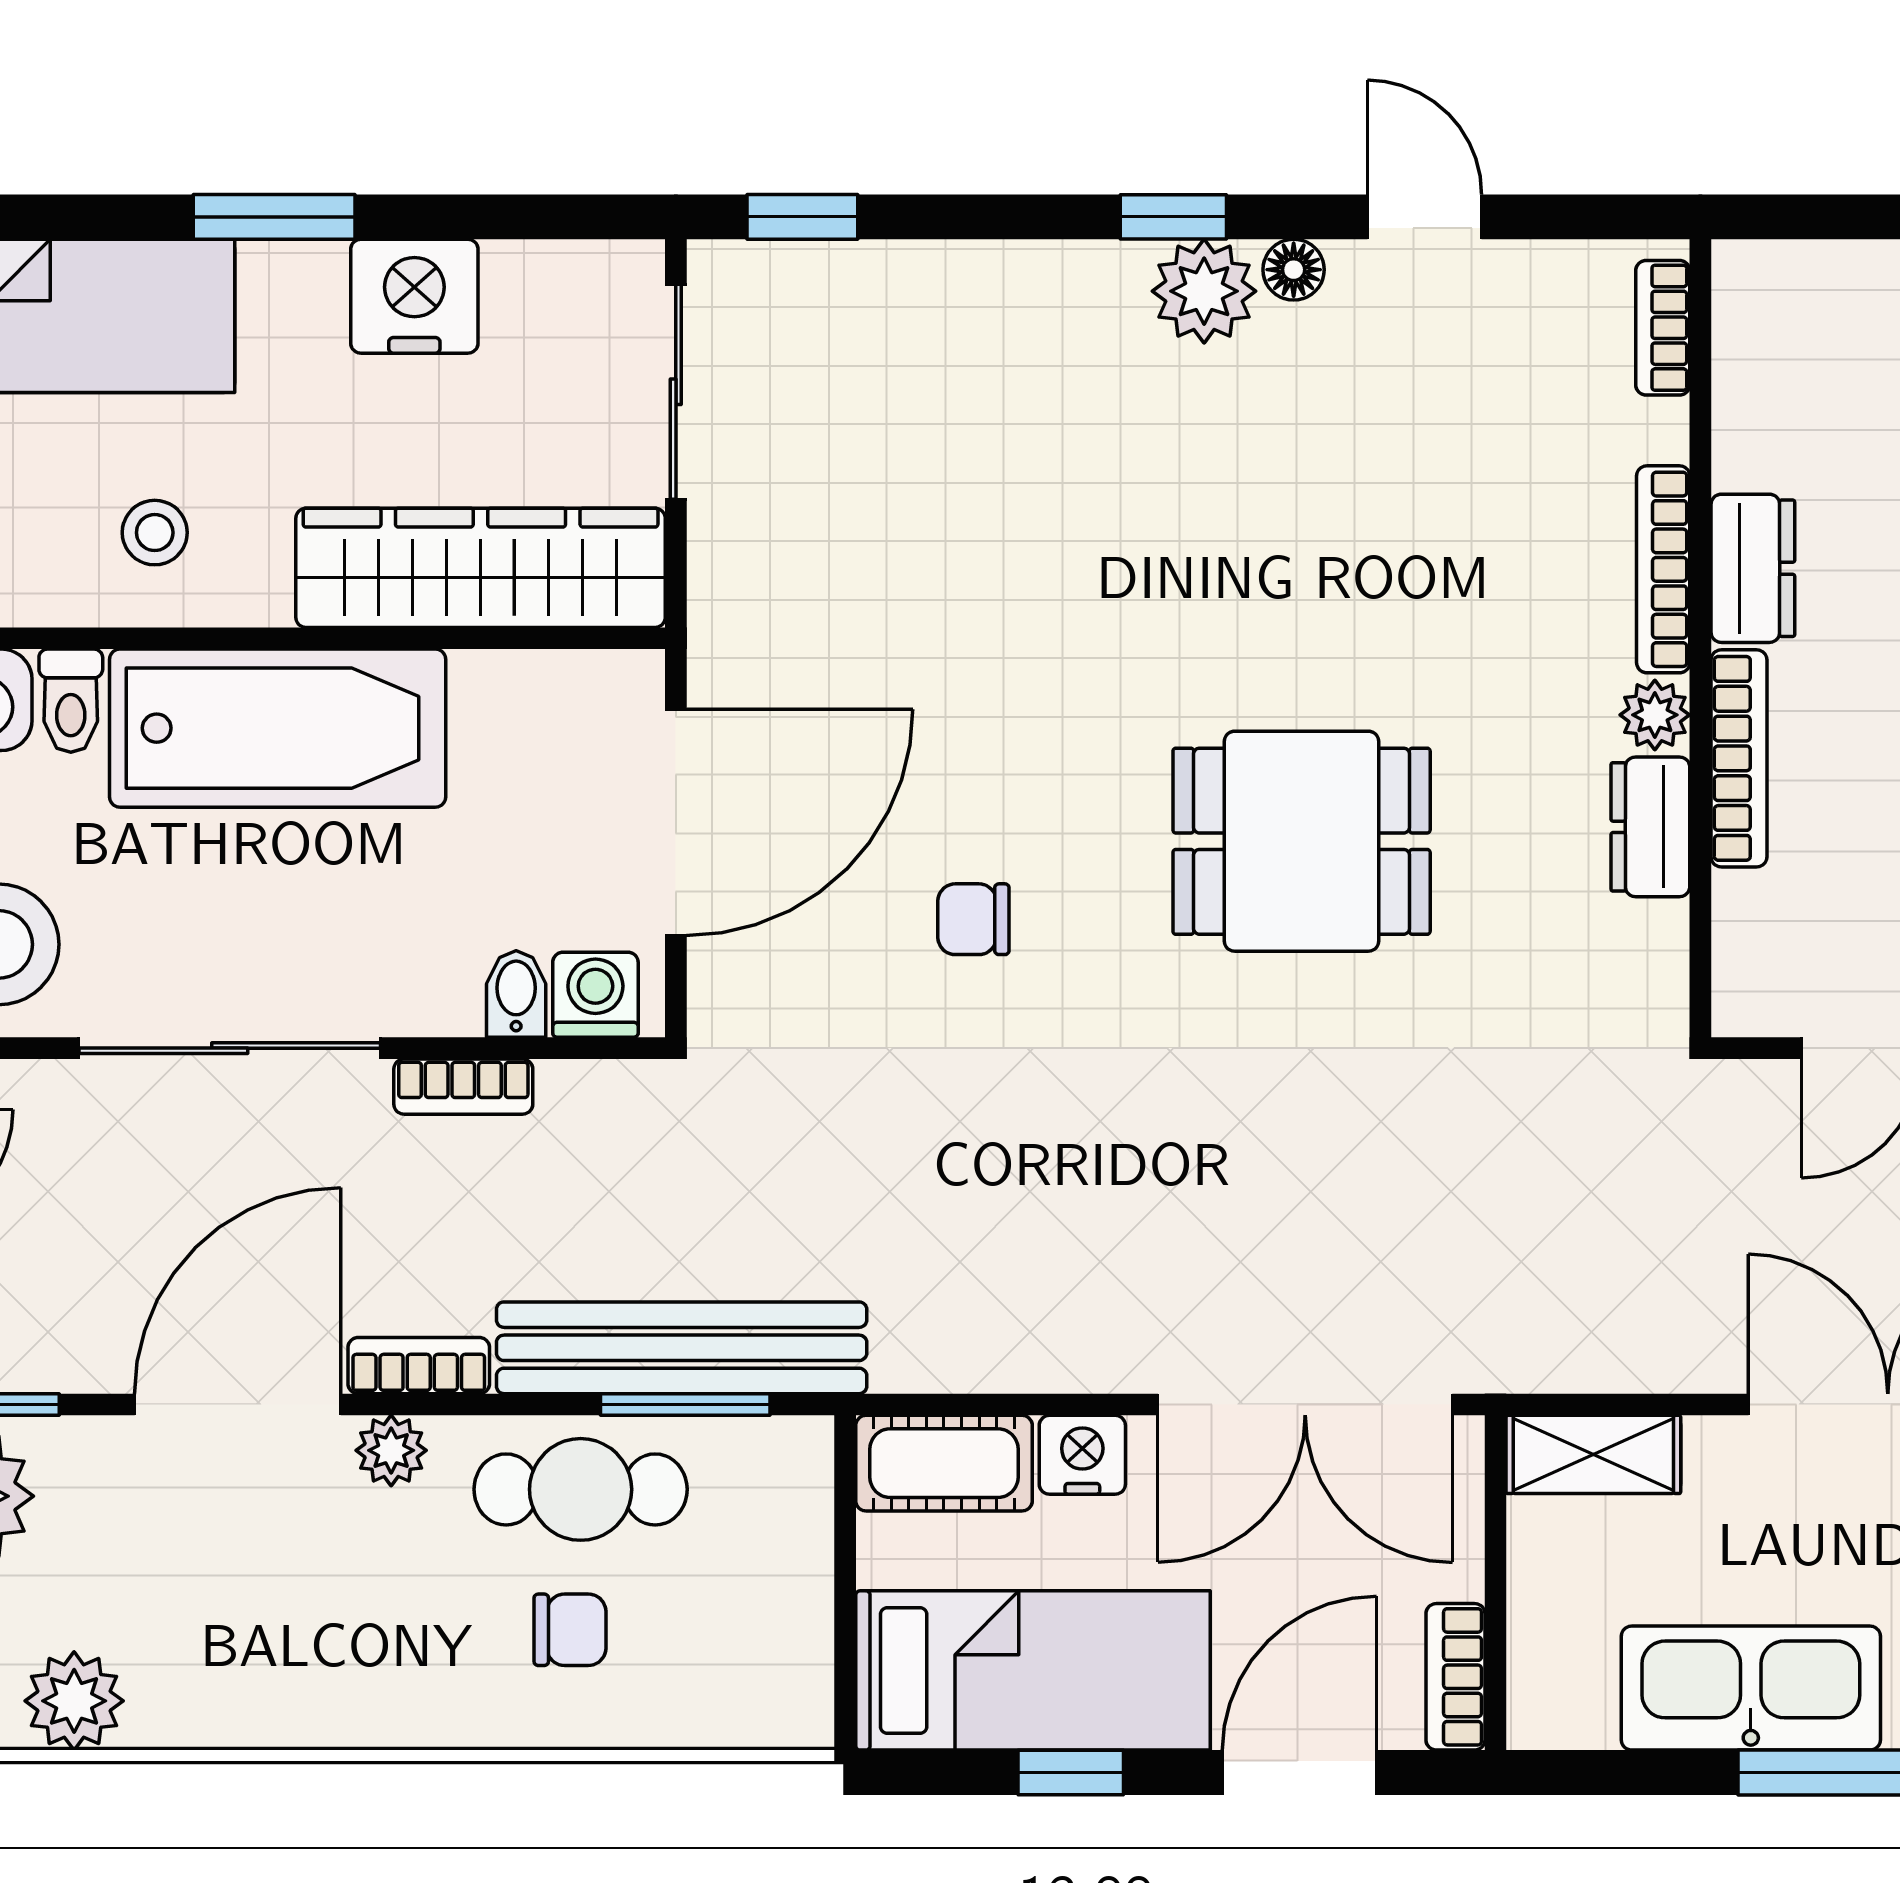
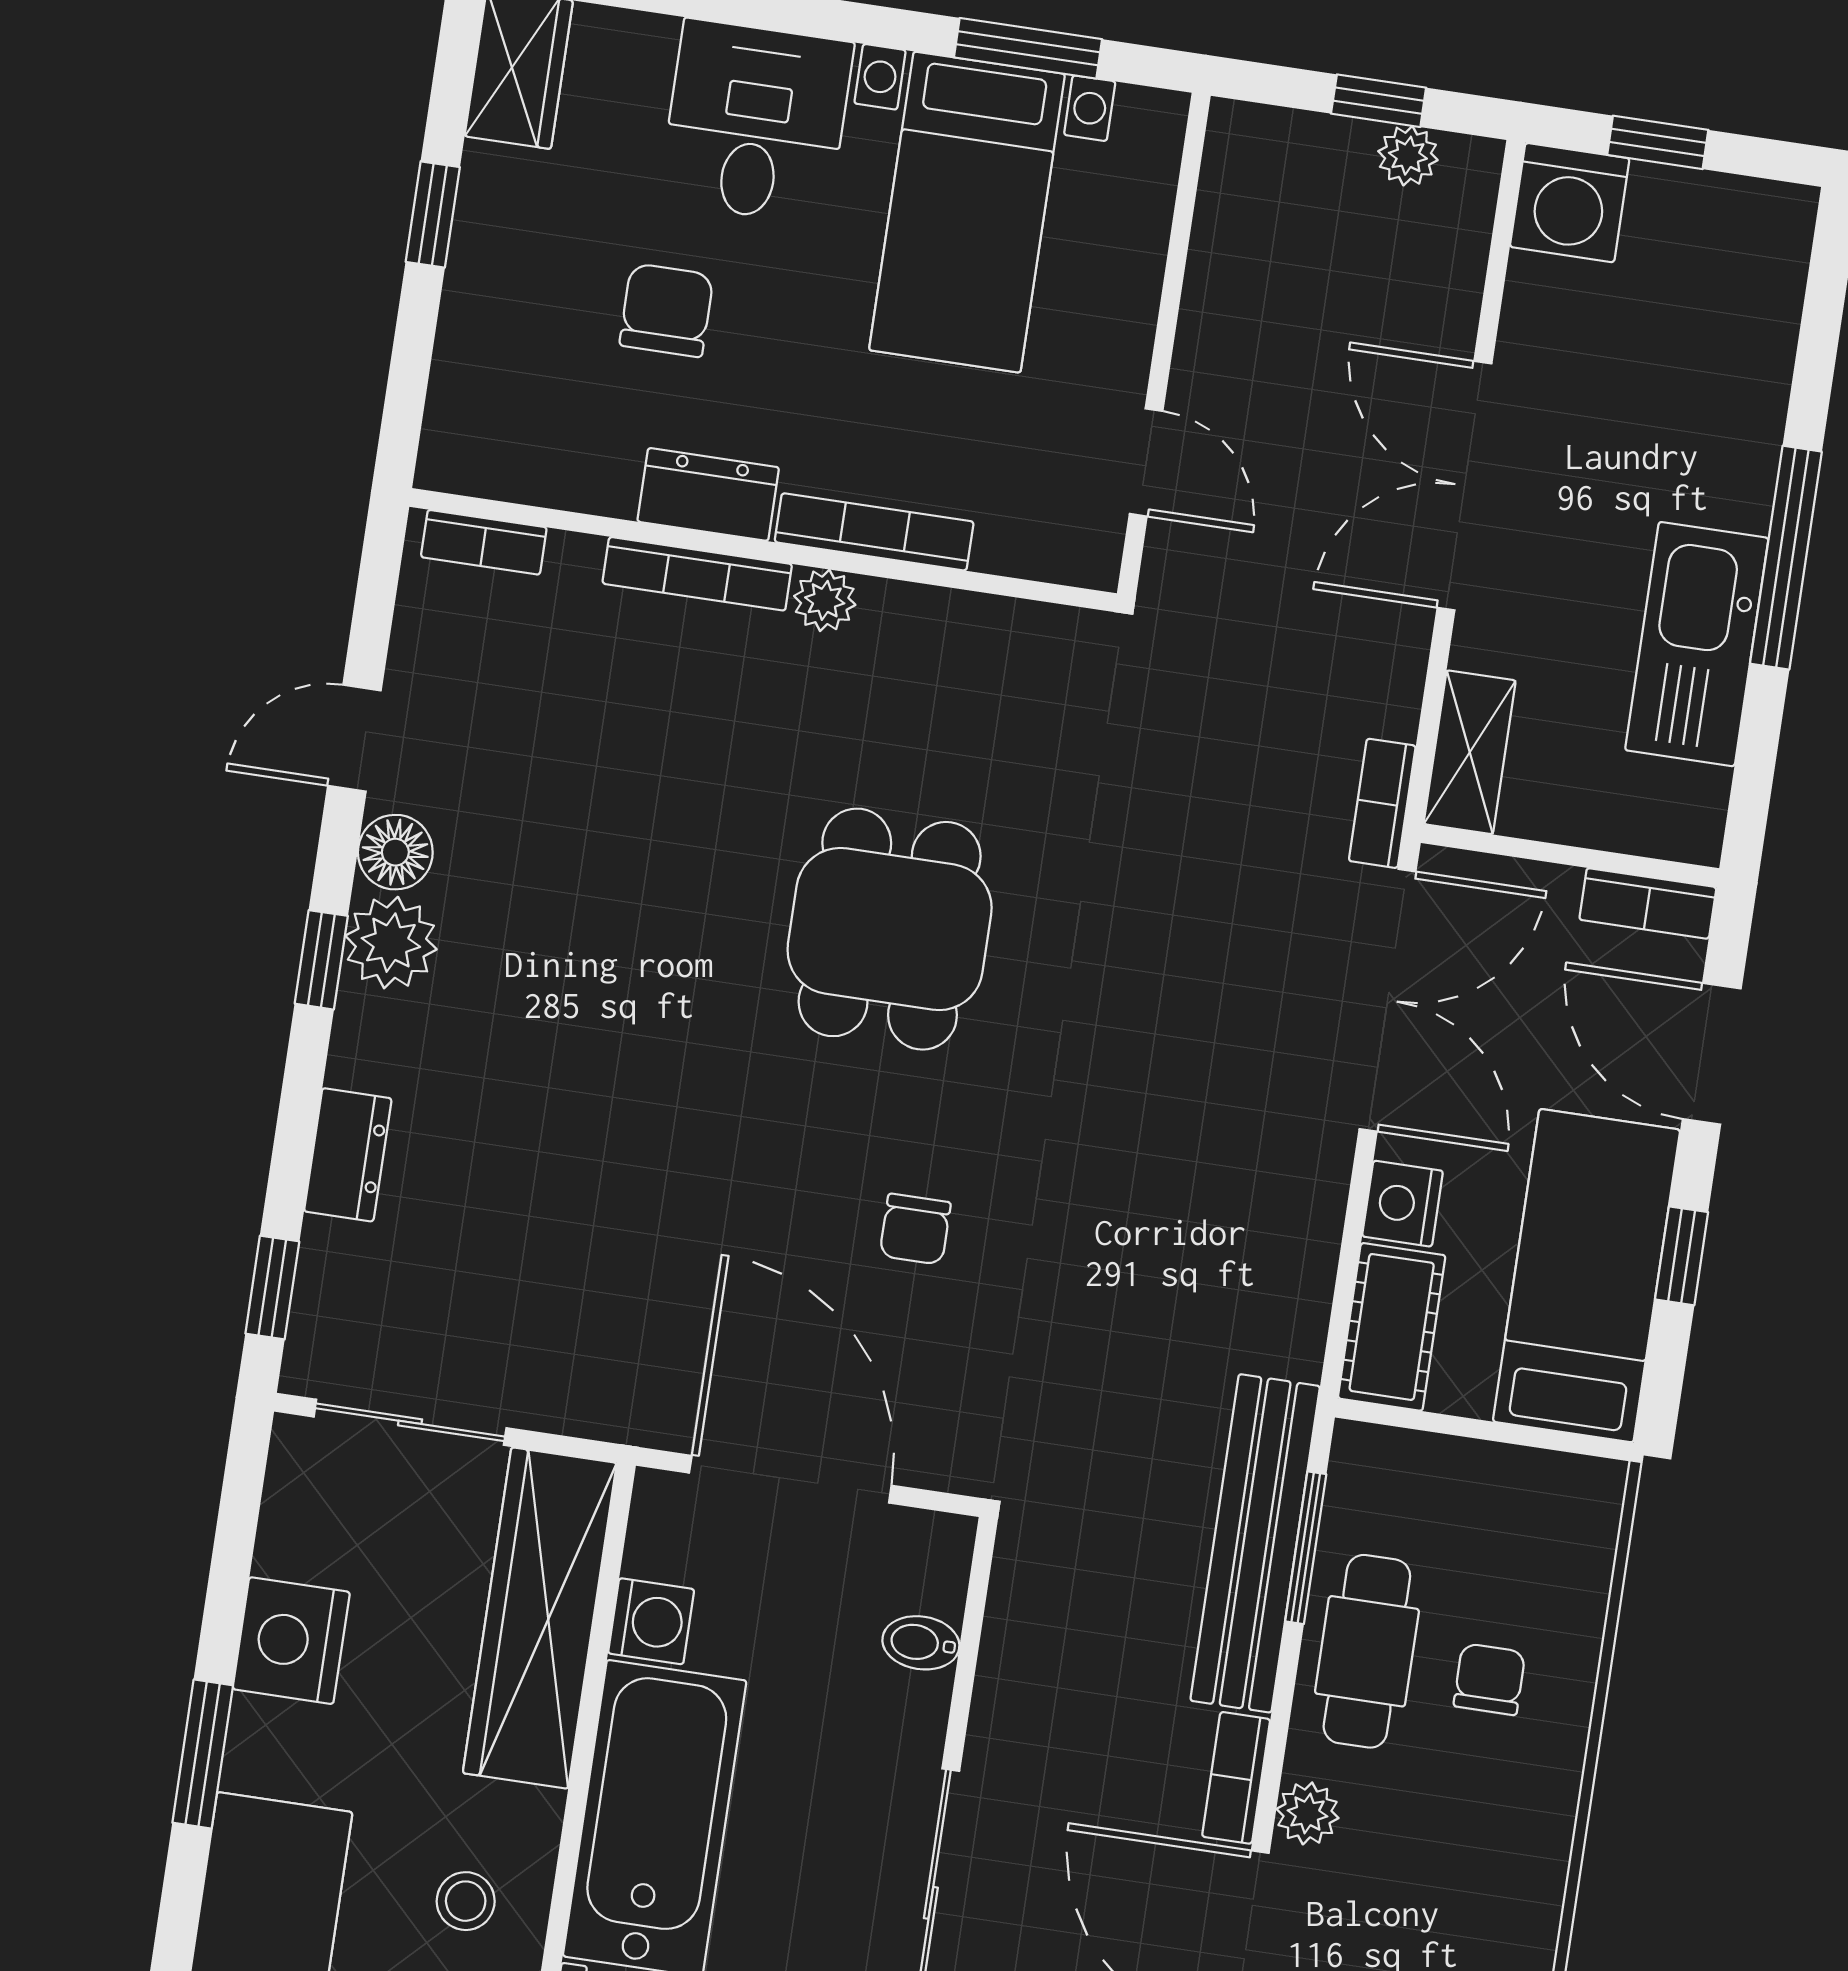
floor lamp: (1294, 270) -> (395, 852), width x1.37, depth x1.37
dresser: (1650, 827) -> (348, 1155), moved, turned -90
washing machine: (595, 995) -> (651, 1621), moved, turned 180
bookcase: (463, 1087) -> (1382, 803), moved, turned 180

